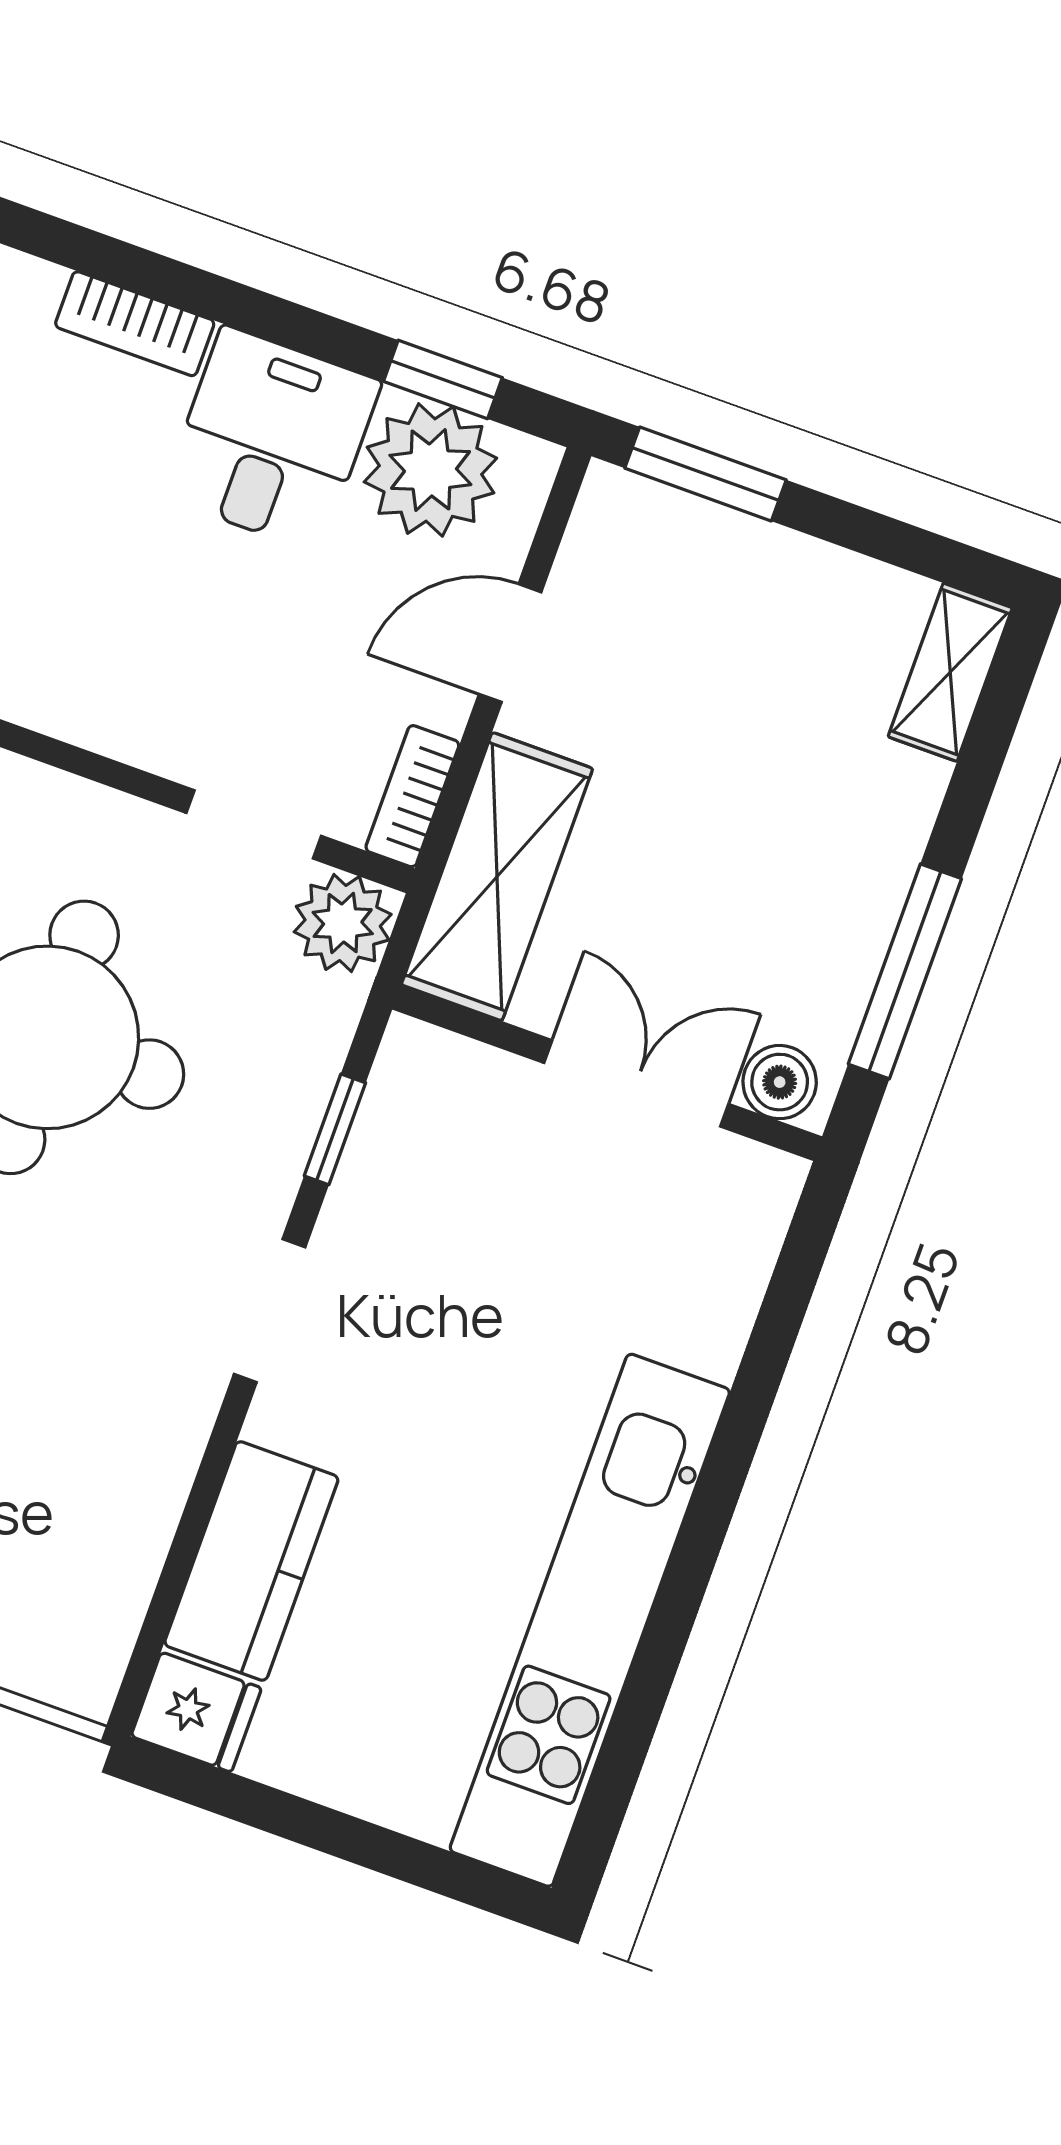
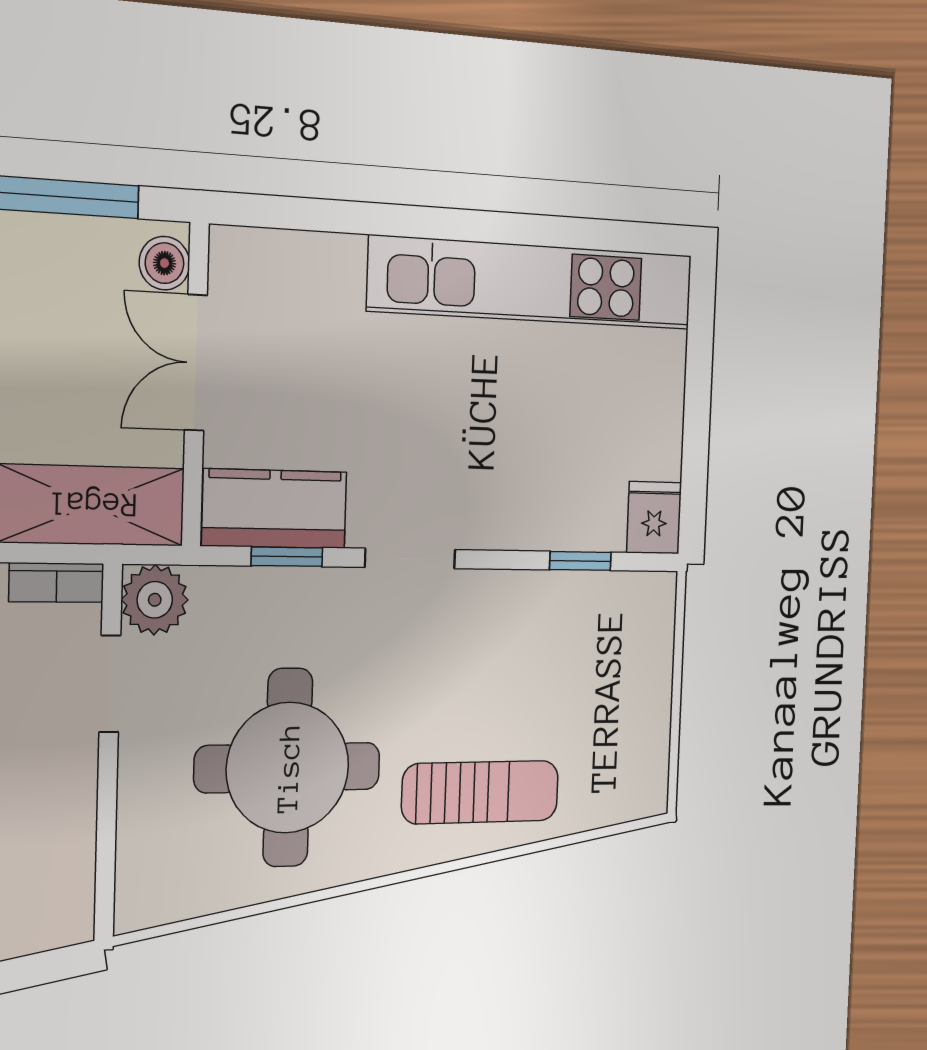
kitchen counter: (251, 1561) -> (275, 509), moved
window: (175, 1574) -> (580, 561), added

